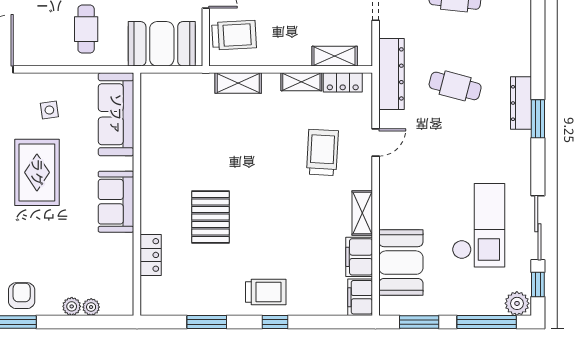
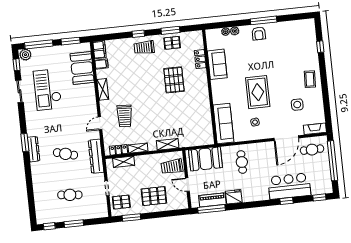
sofa: (116, 202) -> (217, 64), moved
sliding door: (538, 228) -> (19, 91), width x0.73
filing cabinet: (359, 257) -> (102, 64), width x0.50
pallet: (206, 295) -> (172, 43), added

